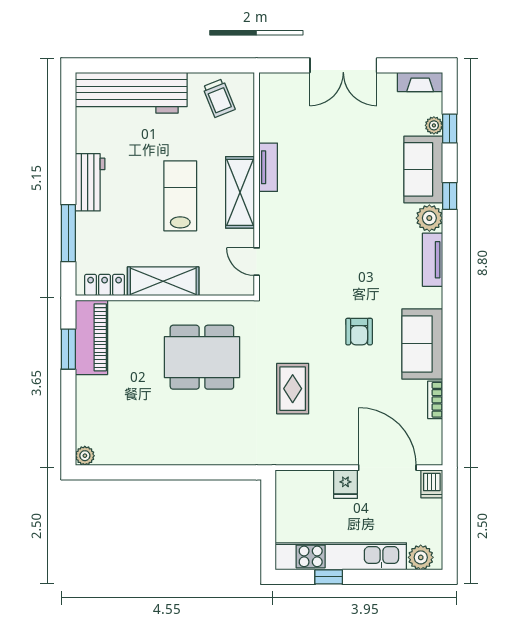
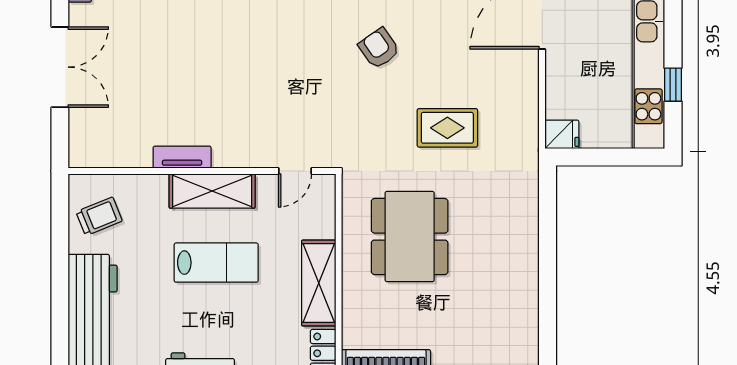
lab bench: (180, 196) -> (216, 263), turned 180
armchair: (359, 332) -> (379, 48), turned -125
fridge: (345, 484) -> (562, 134), moved

